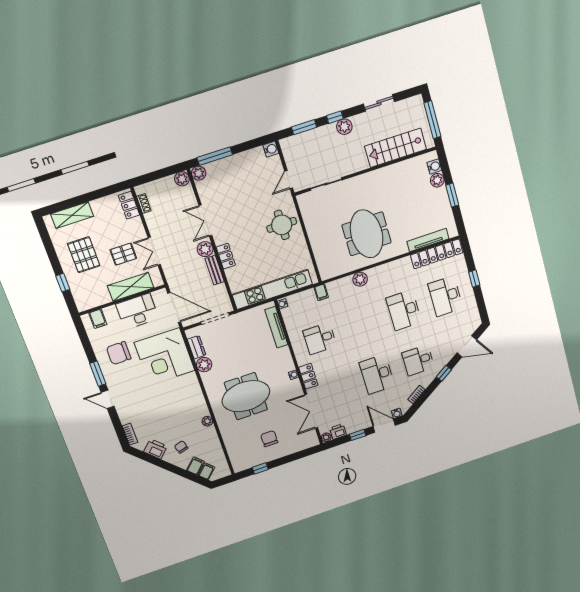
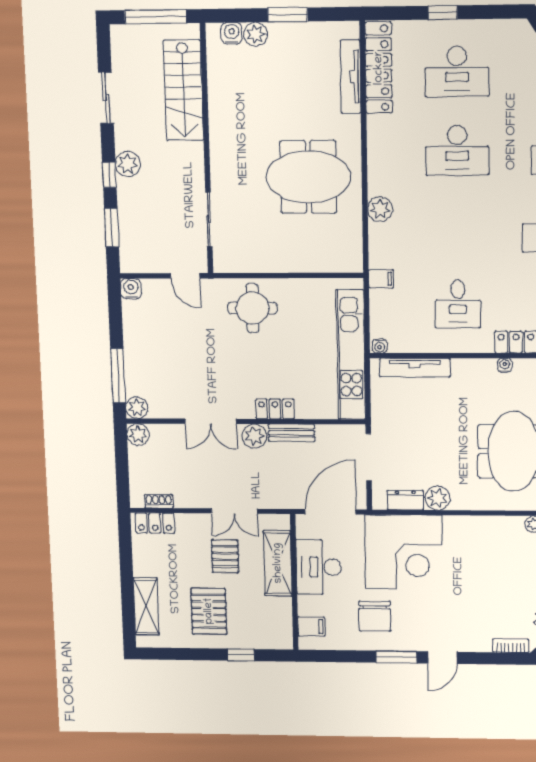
pallet: (84, 255) -> (209, 611), turned 90

